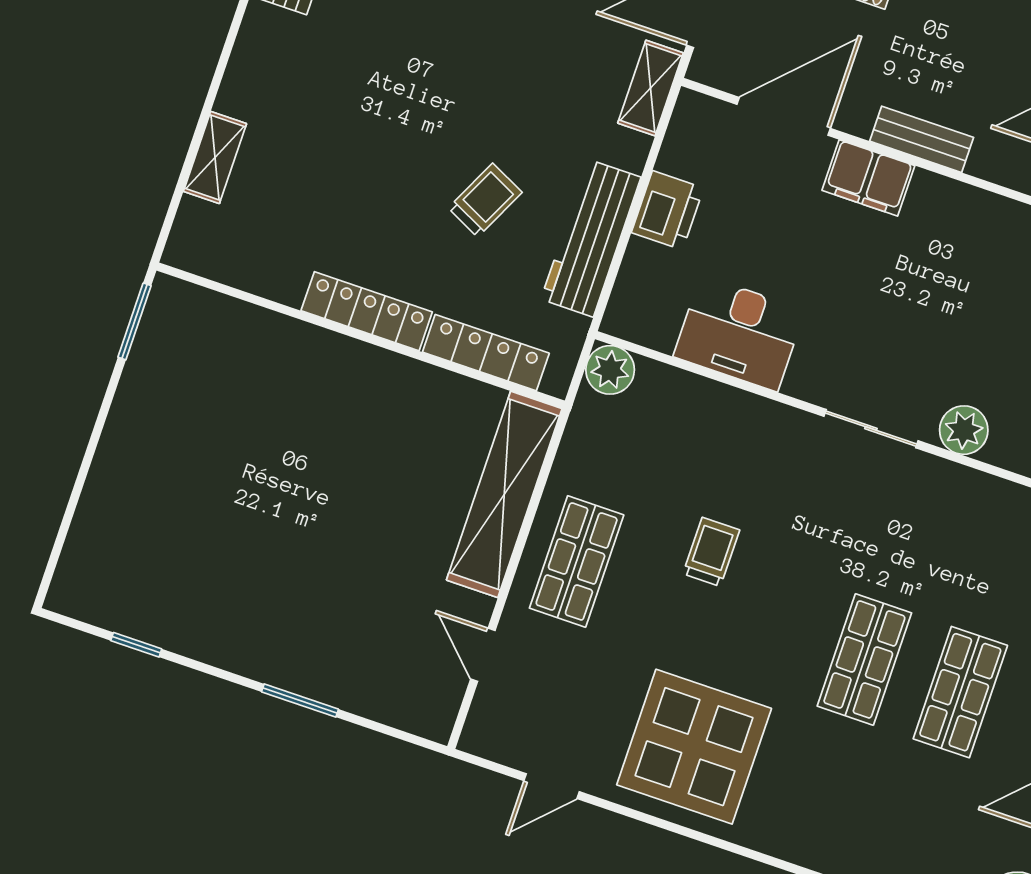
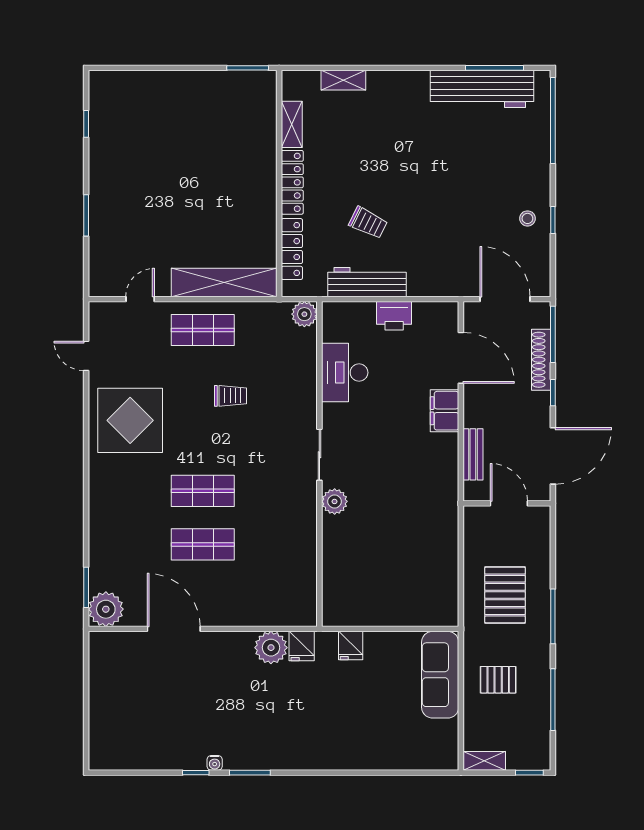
shelving: (651, 88) -> (292, 124), moved, turned 90
bench: (922, 139) -> (473, 454), moved

